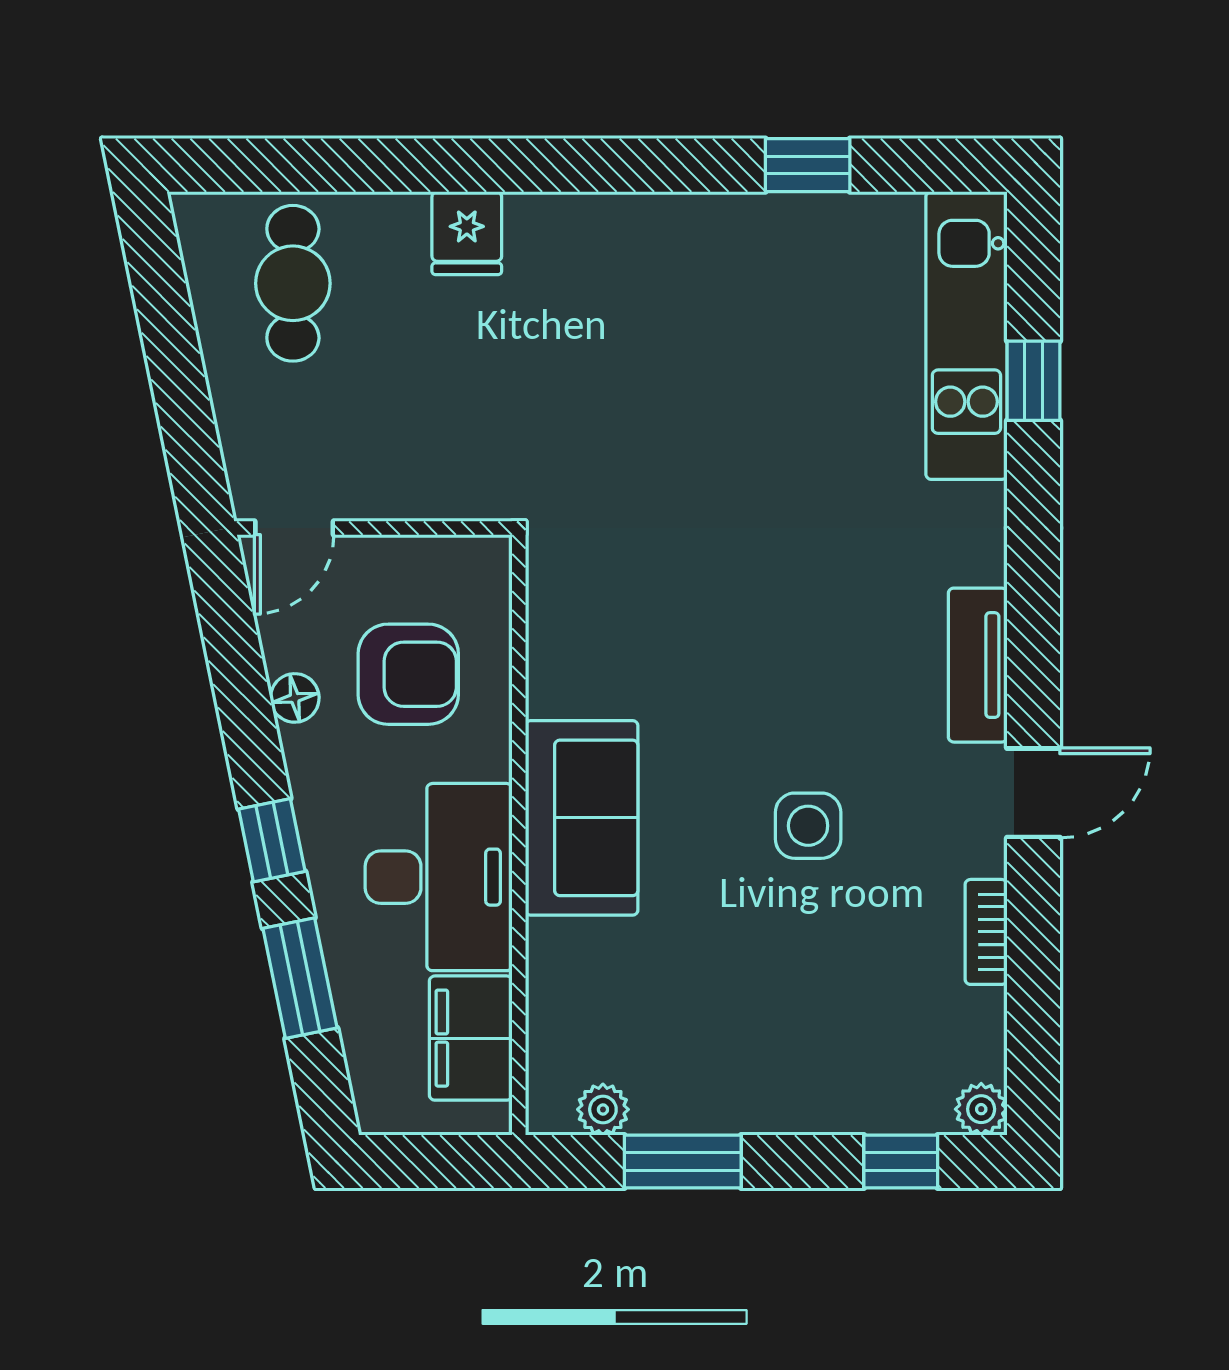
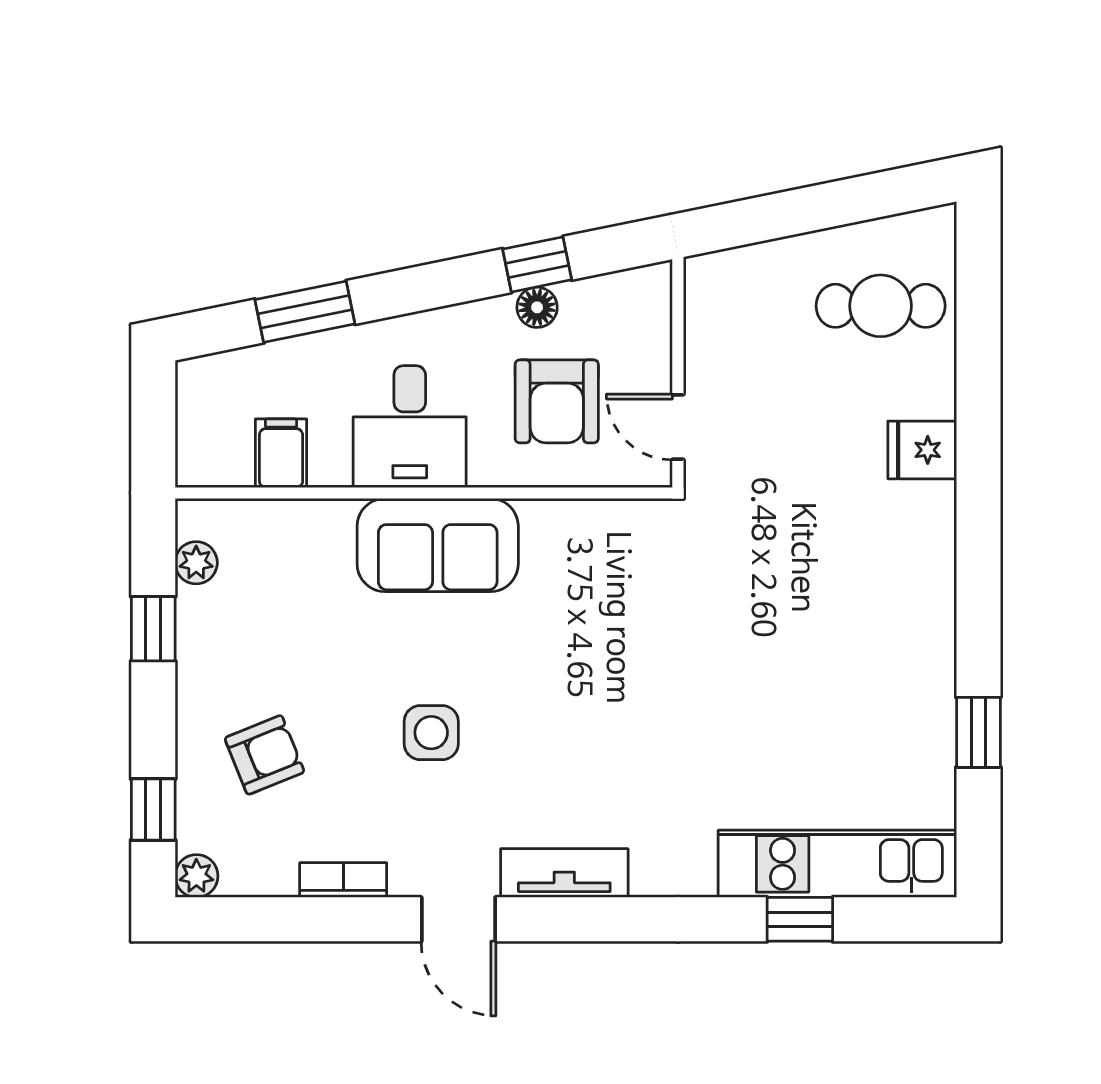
door: (294, 528) -> (678, 427), moved
window: (272, 840) -> (537, 264), moved
desk: (439, 877) -> (410, 427), width x0.73
armchair: (835, 1027) -> (264, 755), added
filing cabinet: (471, 1038) -> (281, 453), width x0.50
window: (683, 1161) -> (153, 629), width x0.67

